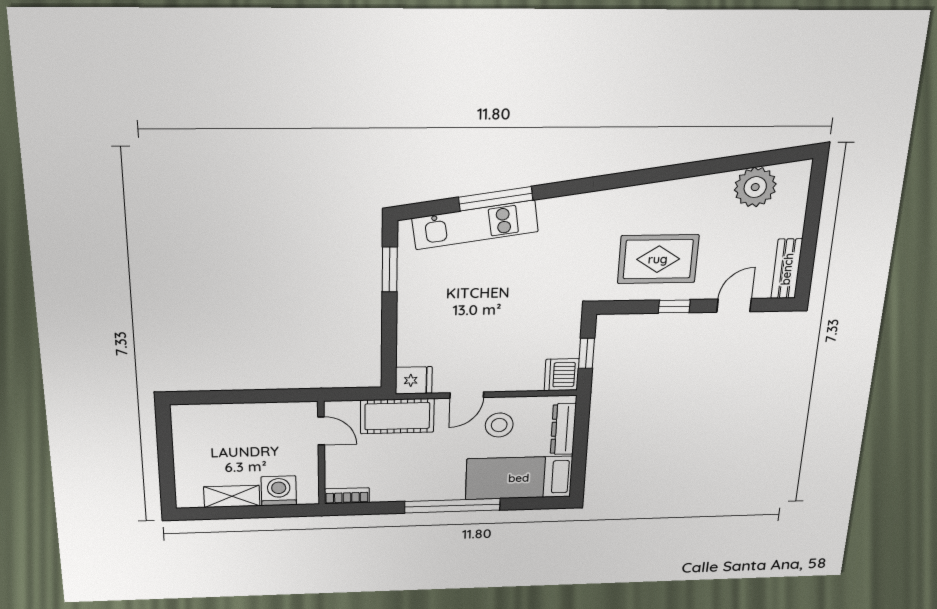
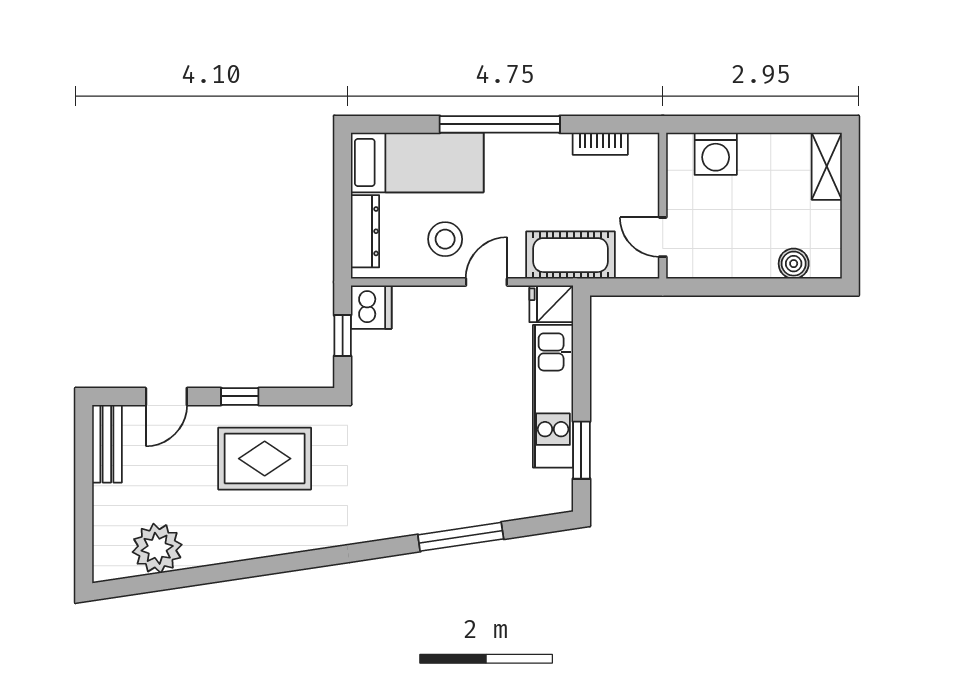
kitchen unit: (475, 225) -> (553, 396), moved, turned -82
boiler: (211, 414) -> (794, 264), added
shelving: (232, 496) -> (827, 166), moved, turned 90
bookcase: (347, 496) -> (600, 144), moved

